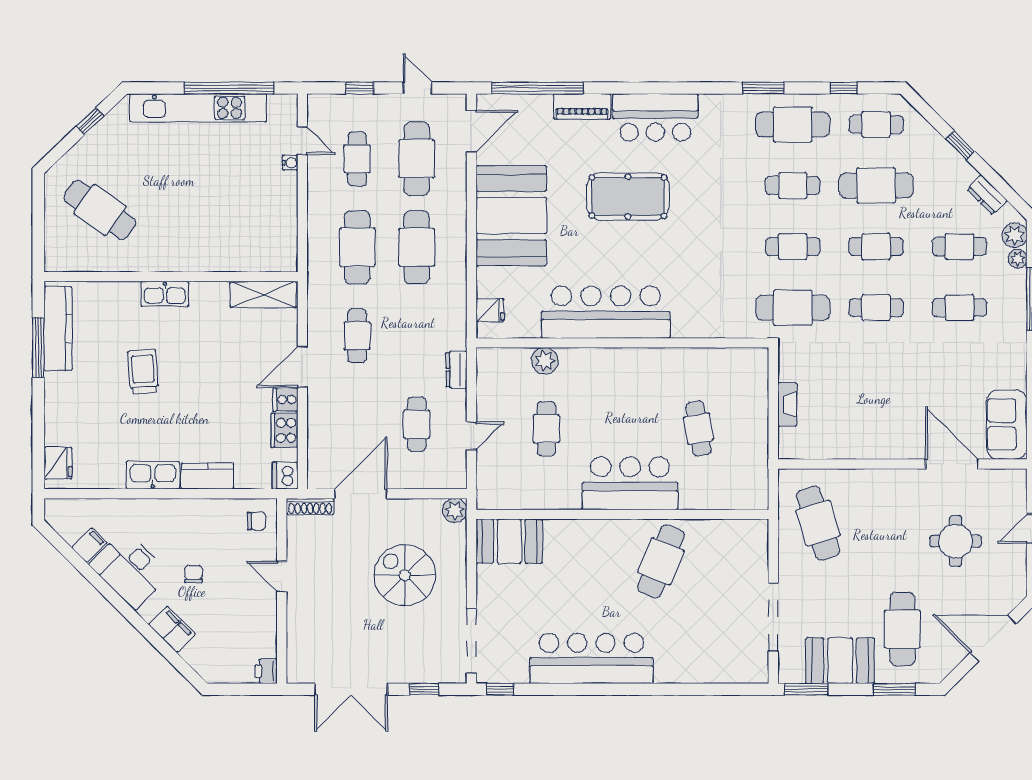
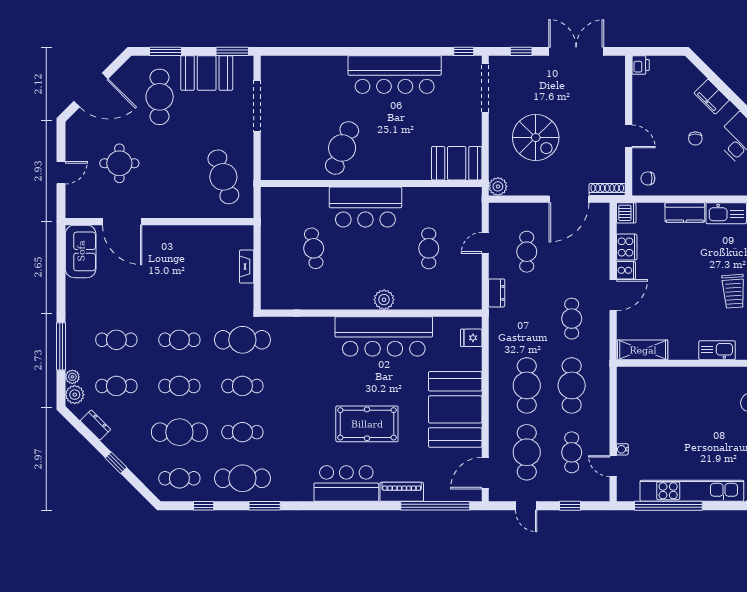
plant: (545, 361) -> (384, 300), moved

